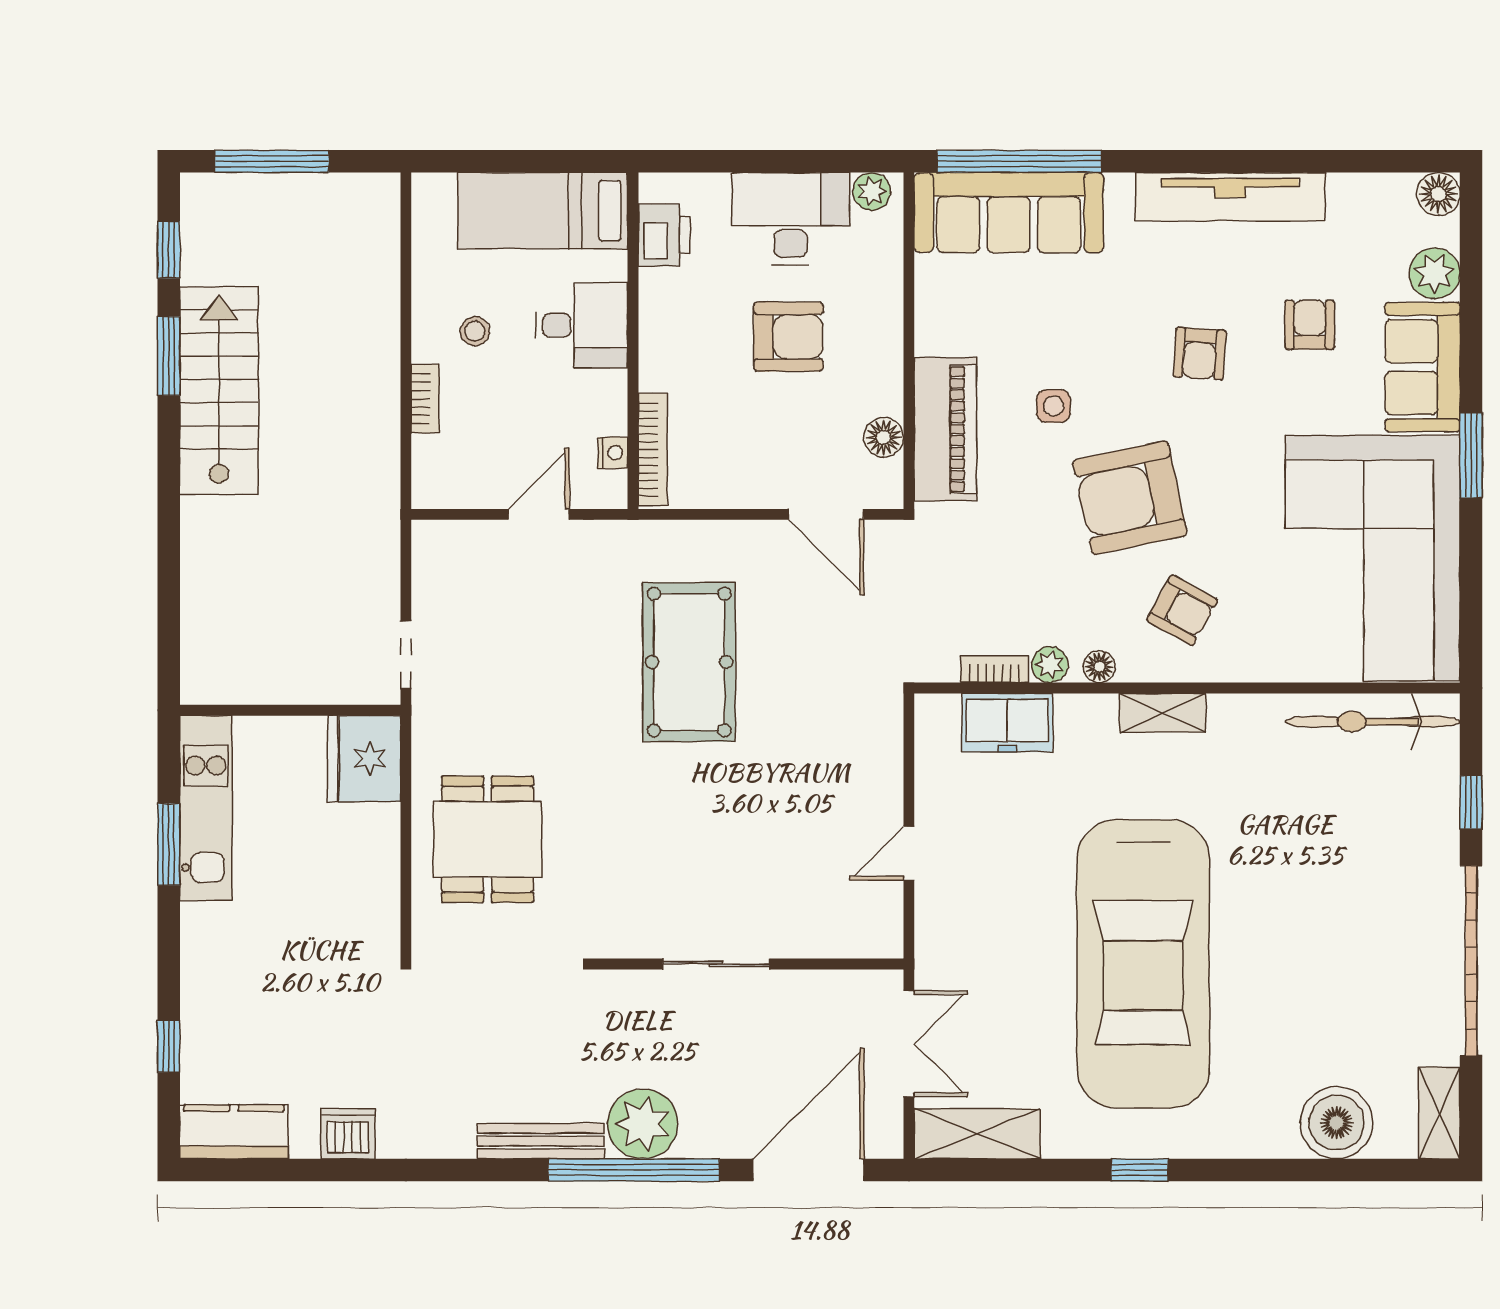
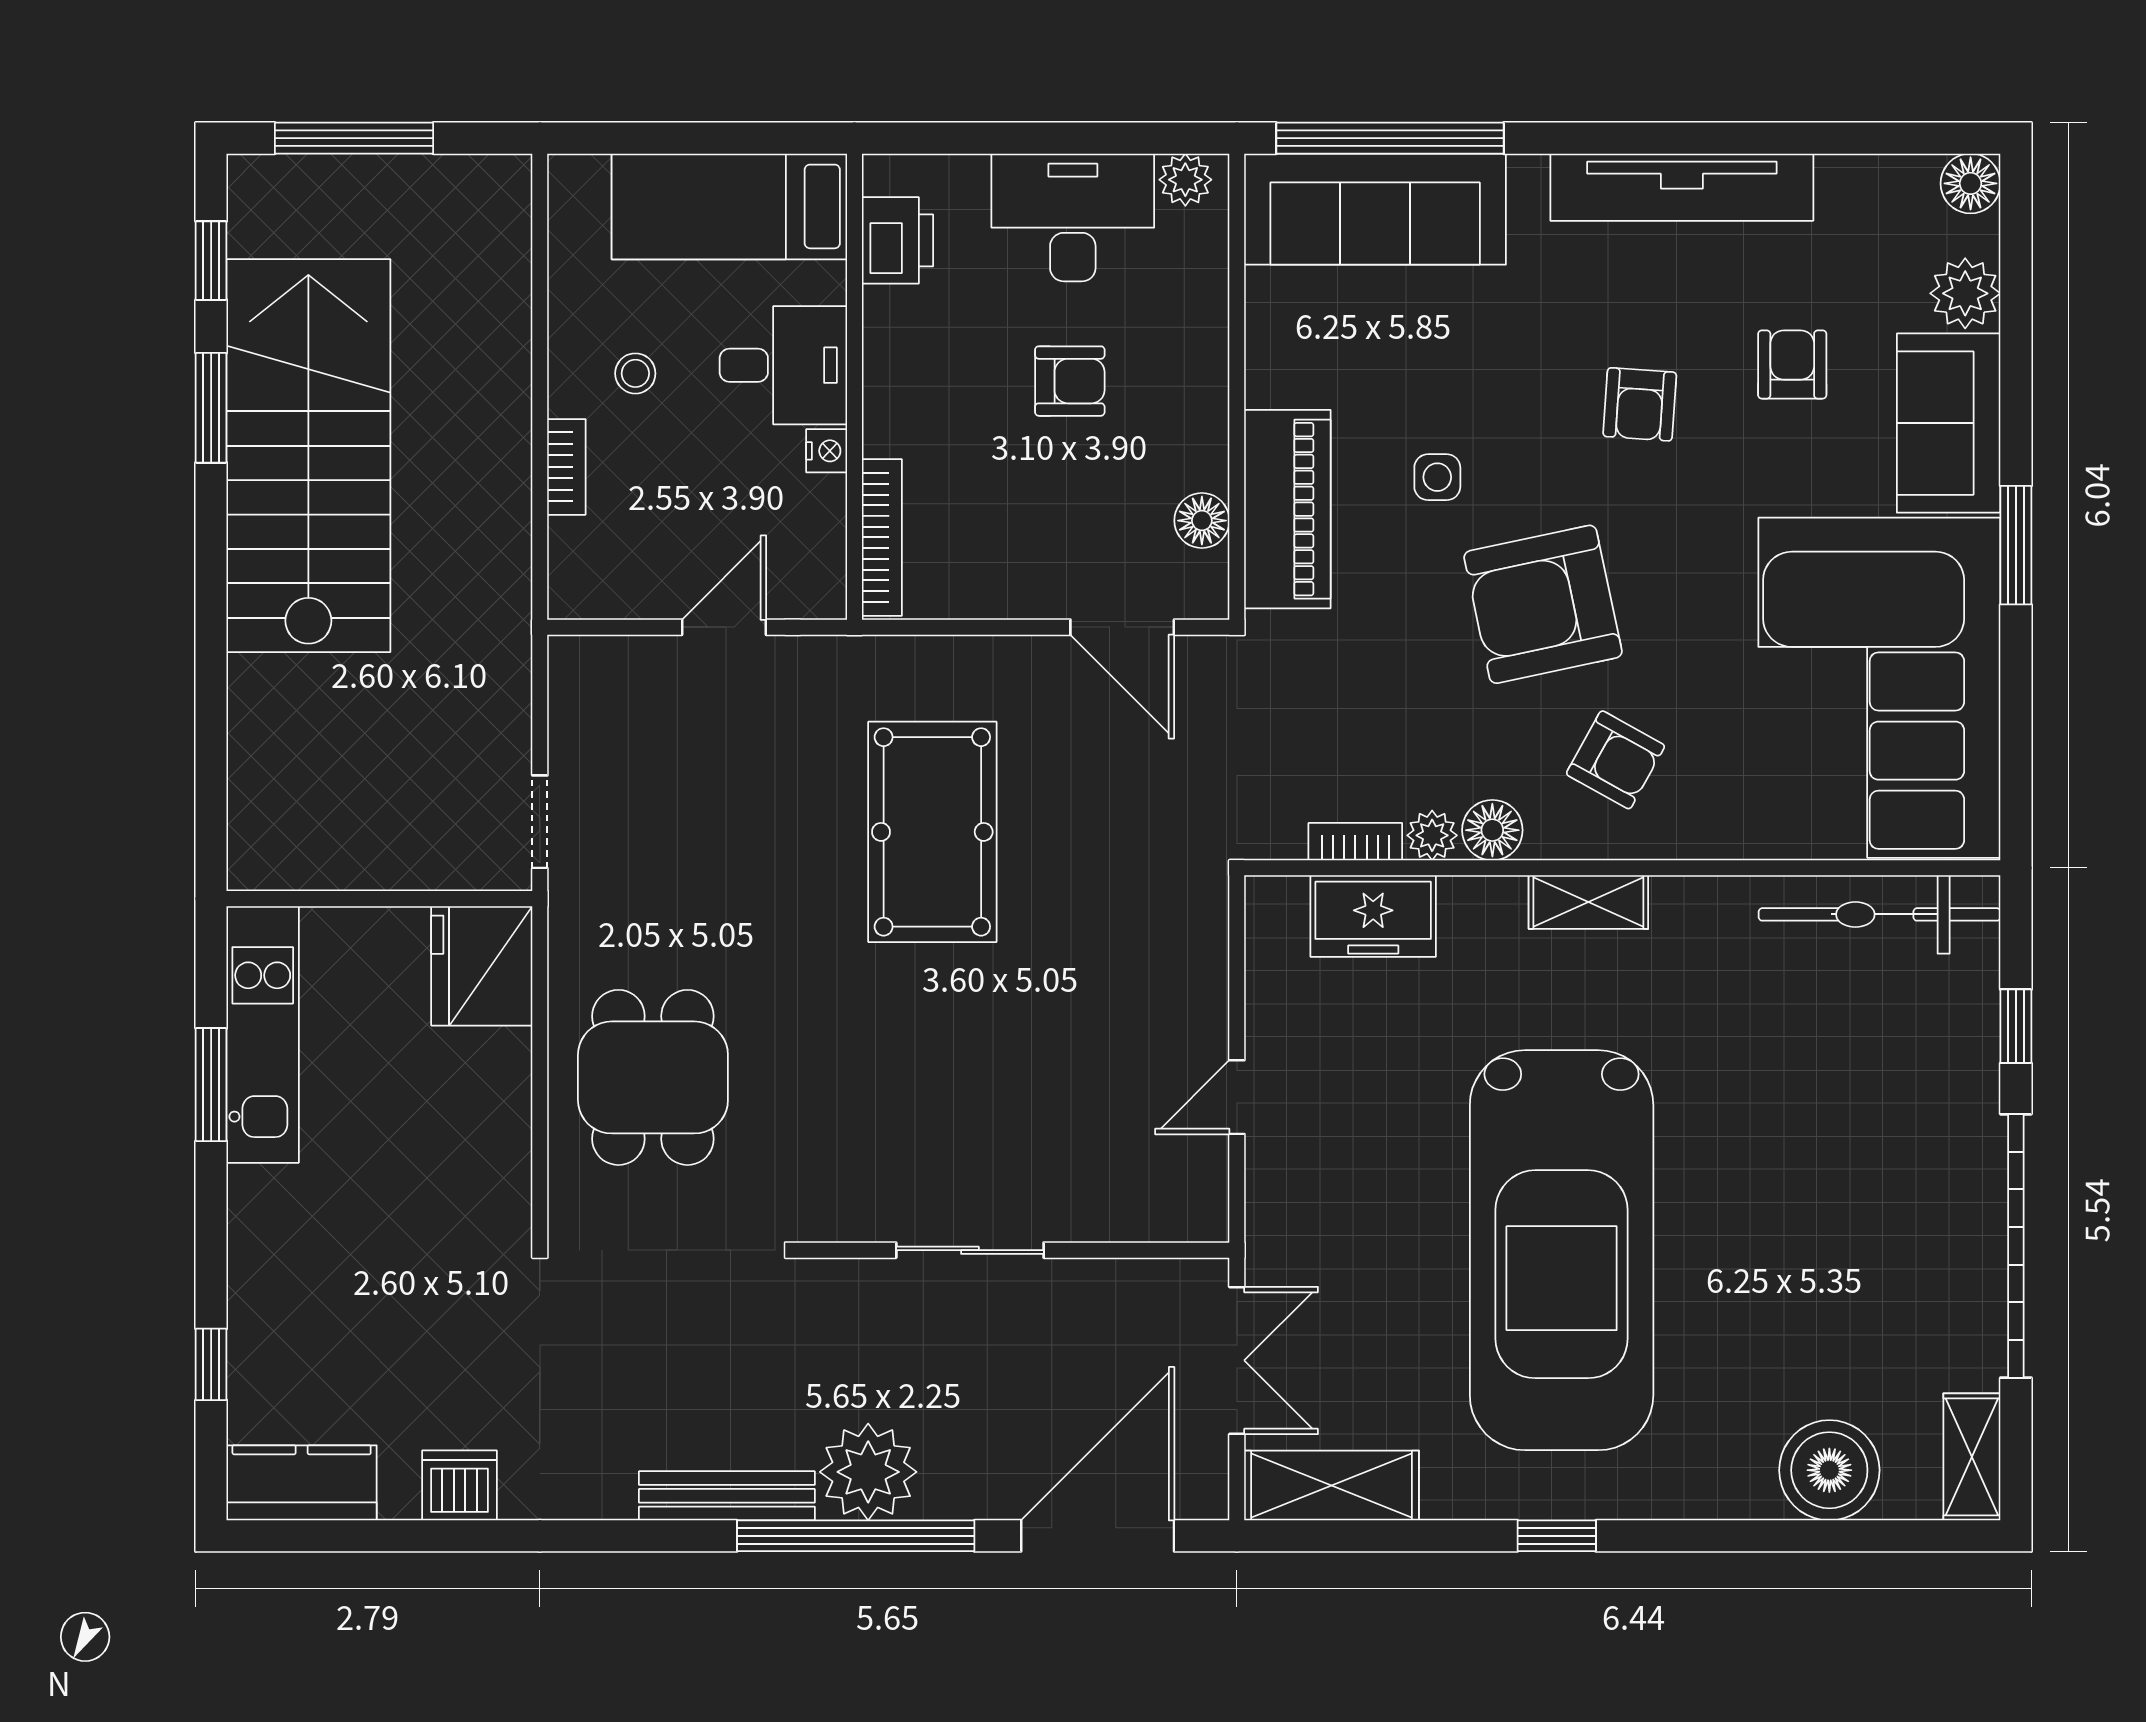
armchair: (788, 337) -> (1070, 381), width x0.72, depth x0.72
stairs: (219, 391) -> (308, 456), width x1.36, depth x1.51
nightstand: (613, 453) -> (827, 451), moved
floor lamp: (1099, 667) -> (1492, 830), width x1.37, depth x1.37

